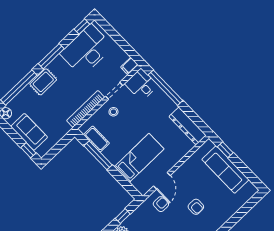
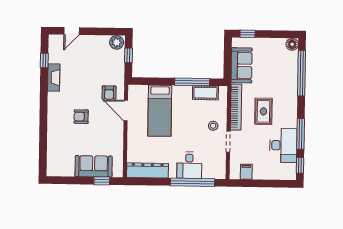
desk: (87, 50) -> (283, 145), width x0.73, depth x0.77
window: (51, 56) -> (301, 134), moved
filing cabinet: (129, 66) -> (246, 172), moved
rug: (43, 82) -> (263, 111), moved
desk: (141, 85) -> (189, 165), moved, turned 90
sofa: (29, 132) -> (242, 65), moved, turned -90
sofa: (225, 170) -> (94, 166), width x0.73

